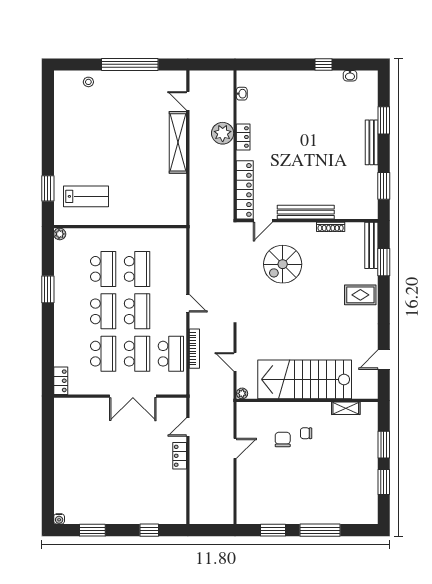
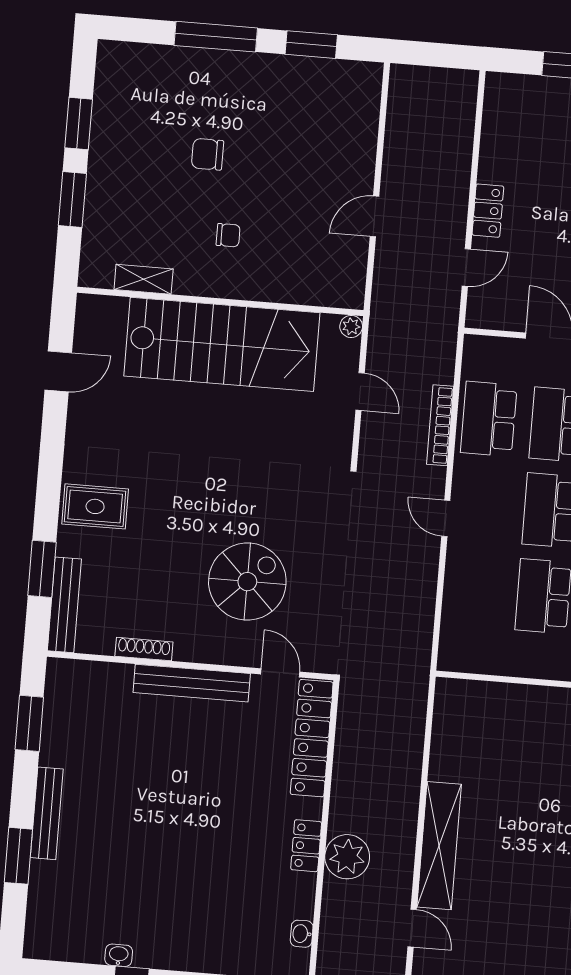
washbasin: (350, 76) -> (119, 955), moved
door: (263, 221) -> (280, 673), hinge flipped
chair: (283, 440) -> (208, 154), moved, turned 90

